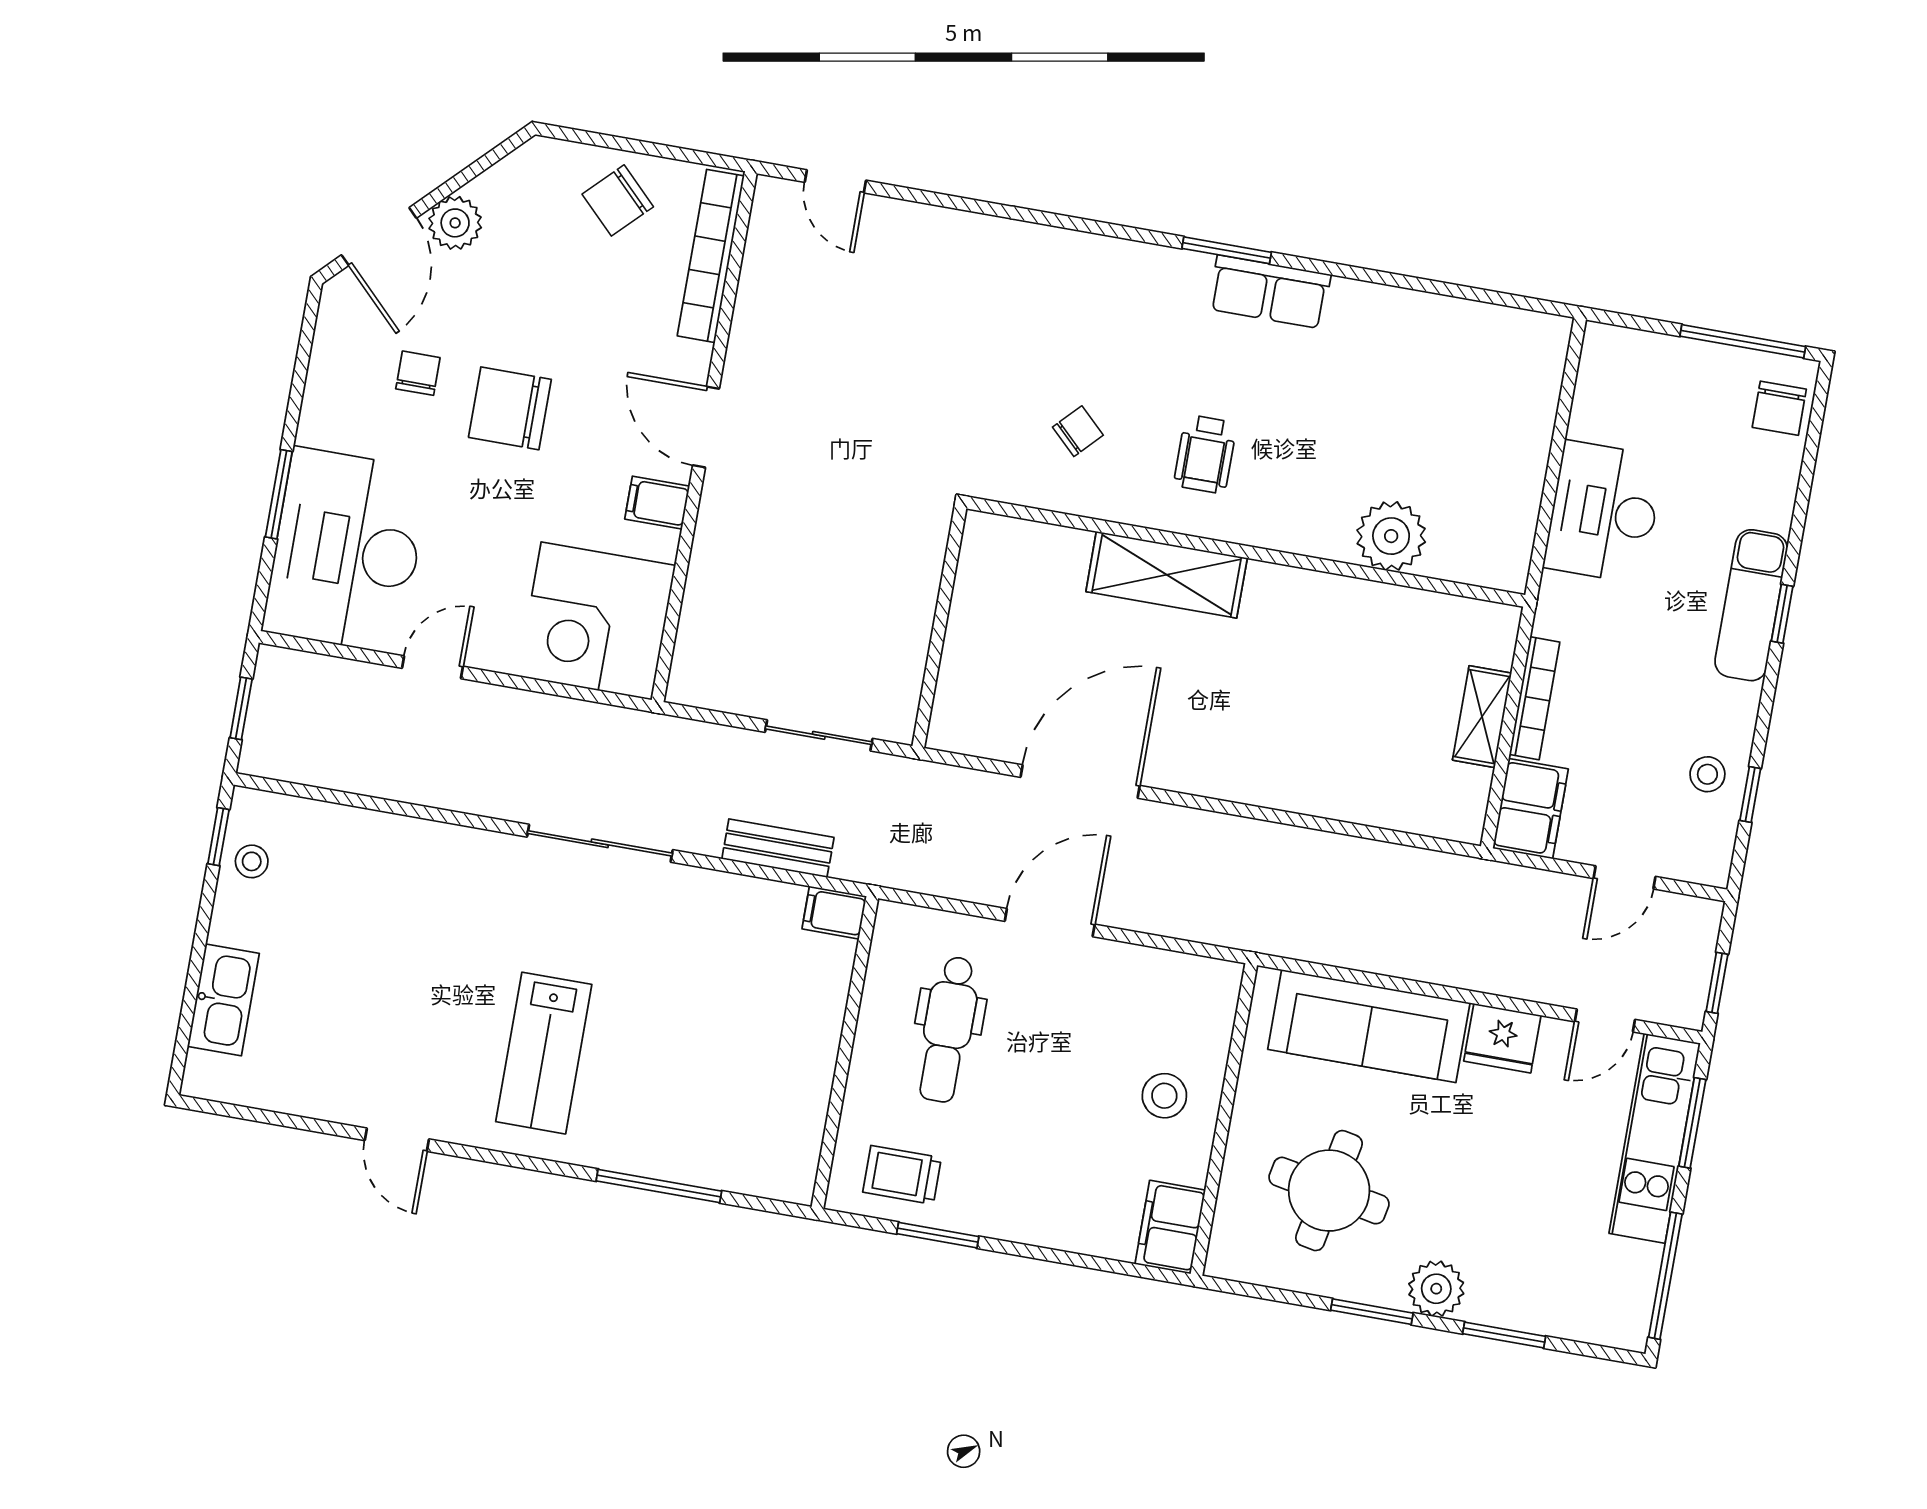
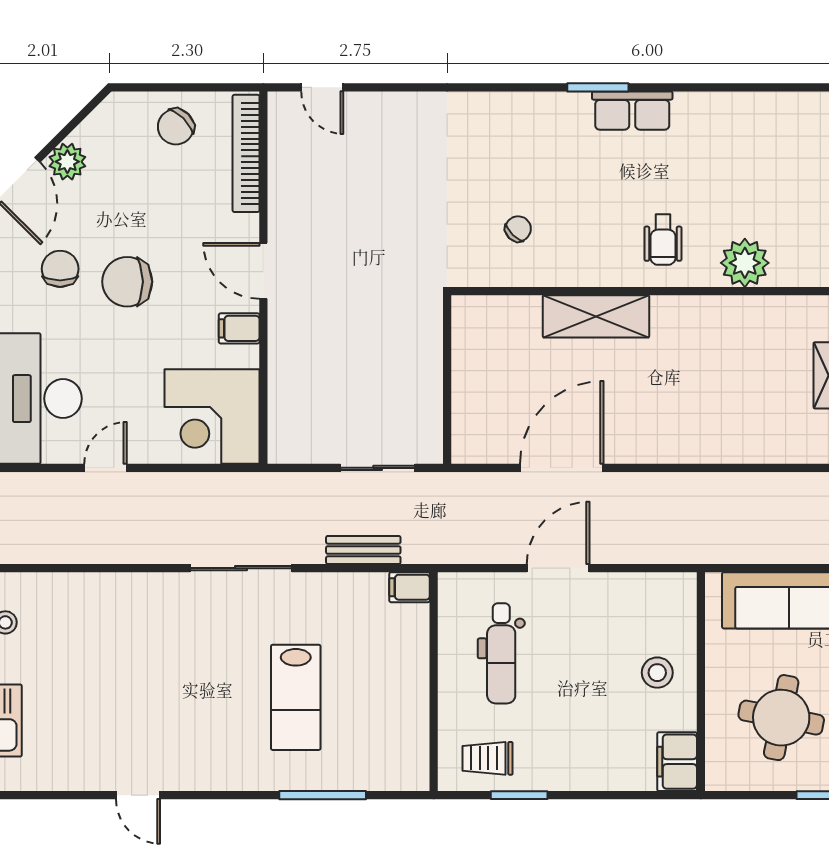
chair: (418, 373) -> (60, 269), width x1.37, depth x1.37
wheelchair: (1205, 454) -> (663, 240), moved
lab bench: (544, 1053) -> (296, 697), moved

